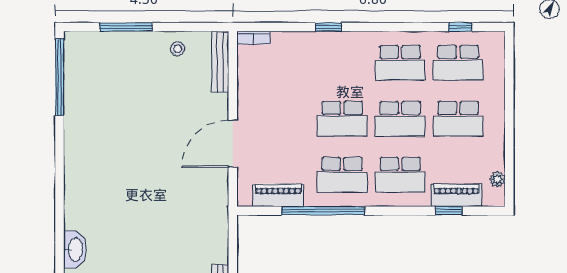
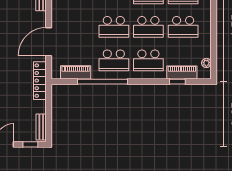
locker: (218, 209) -> (40, 81), added

